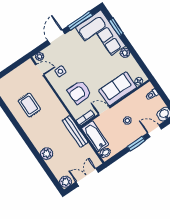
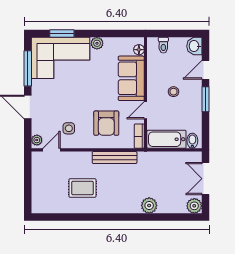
bench: (75, 131) -> (115, 158), moved

